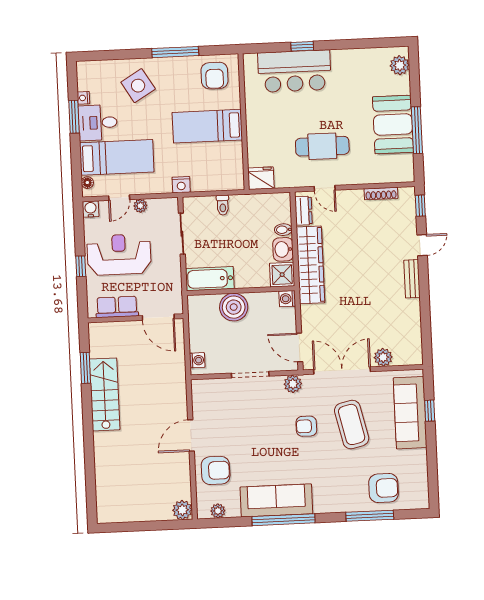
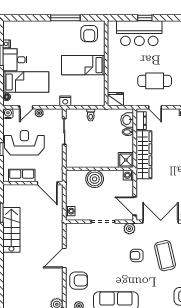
side table: (138, 86) -> (41, 38), removed
washbasin: (283, 249) -> (127, 120), moved
bathtub: (210, 279) -> (81, 160), removed

